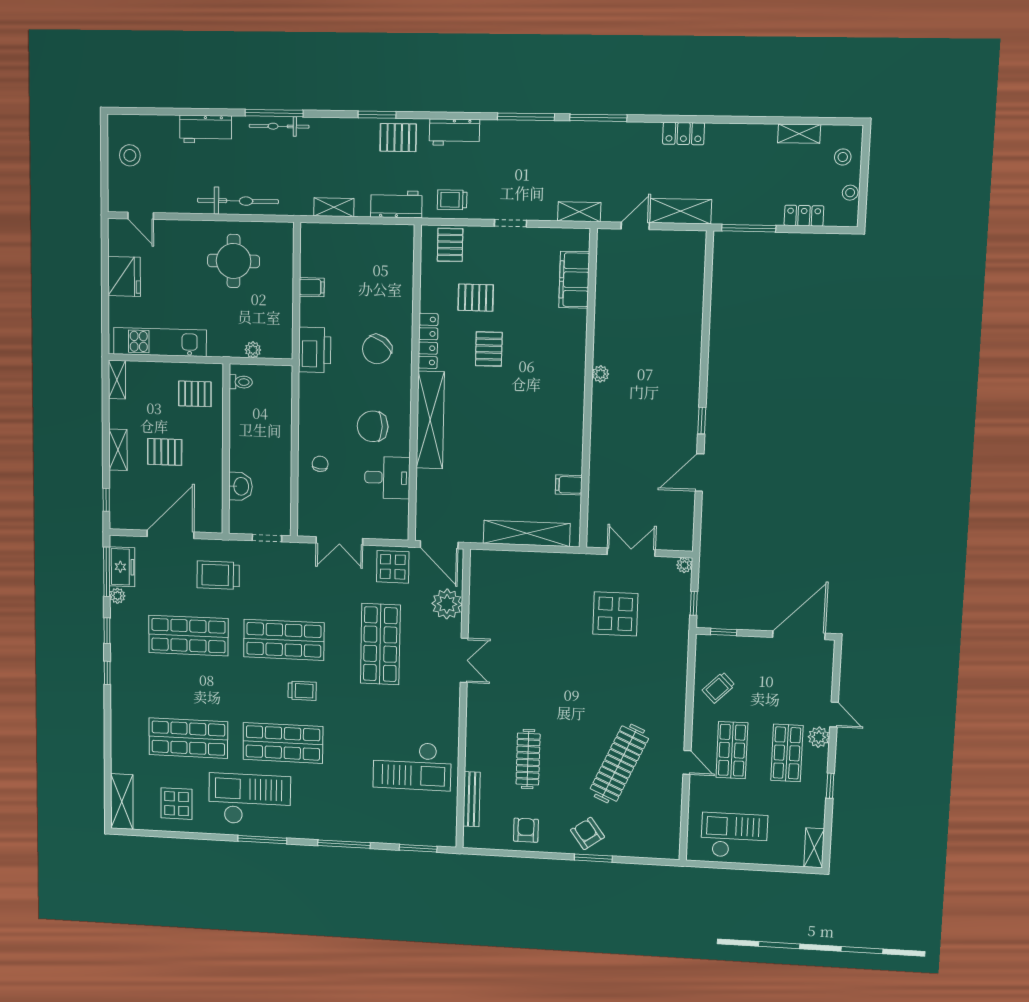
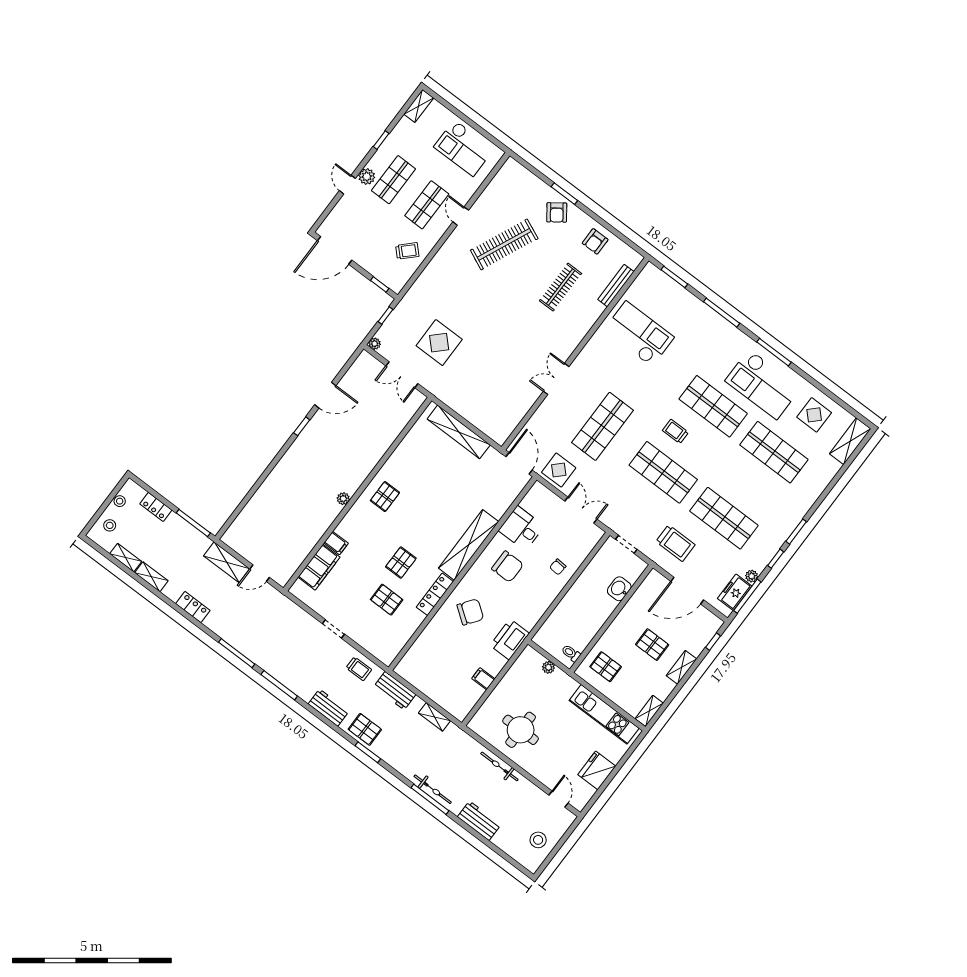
bicycle: (238, 201) -> (499, 766), width x0.73, depth x0.71
shelving: (579, 212) -> (151, 577), moved
pallet: (450, 245) -> (385, 497), moved
filing cabinet: (569, 485) -> (336, 543), moved
plant: (447, 604) -> (541, 422), removed
window: (107, 673) -> (796, 532), width x1.50

